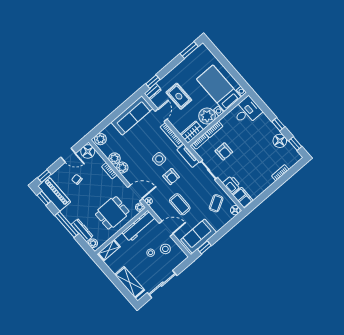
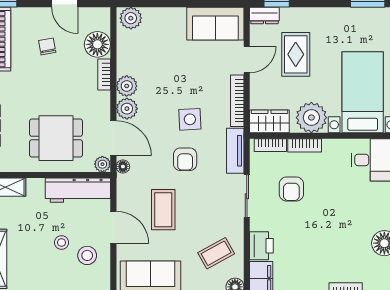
sofa: (132, 115) -> (215, 24), width x0.73
floor lamp: (88, 151) -> (97, 44), moved
plant: (115, 158) -> (127, 109), moved

